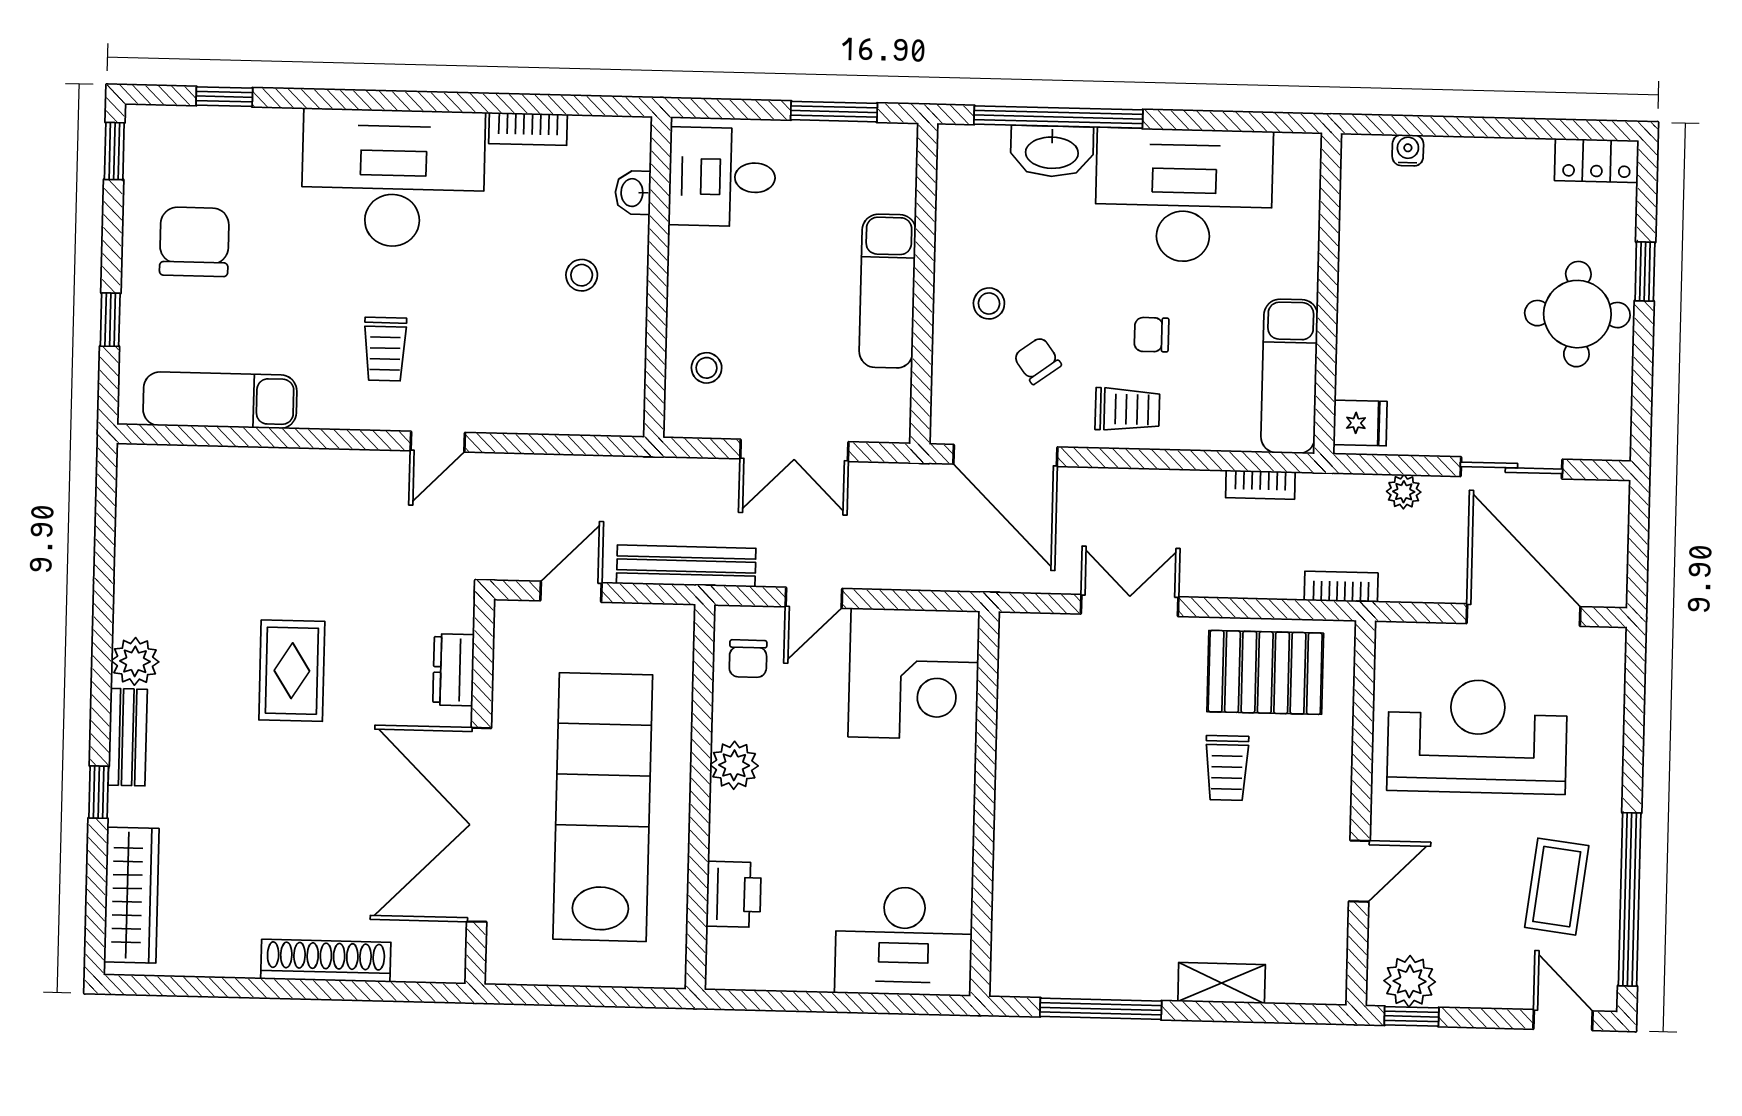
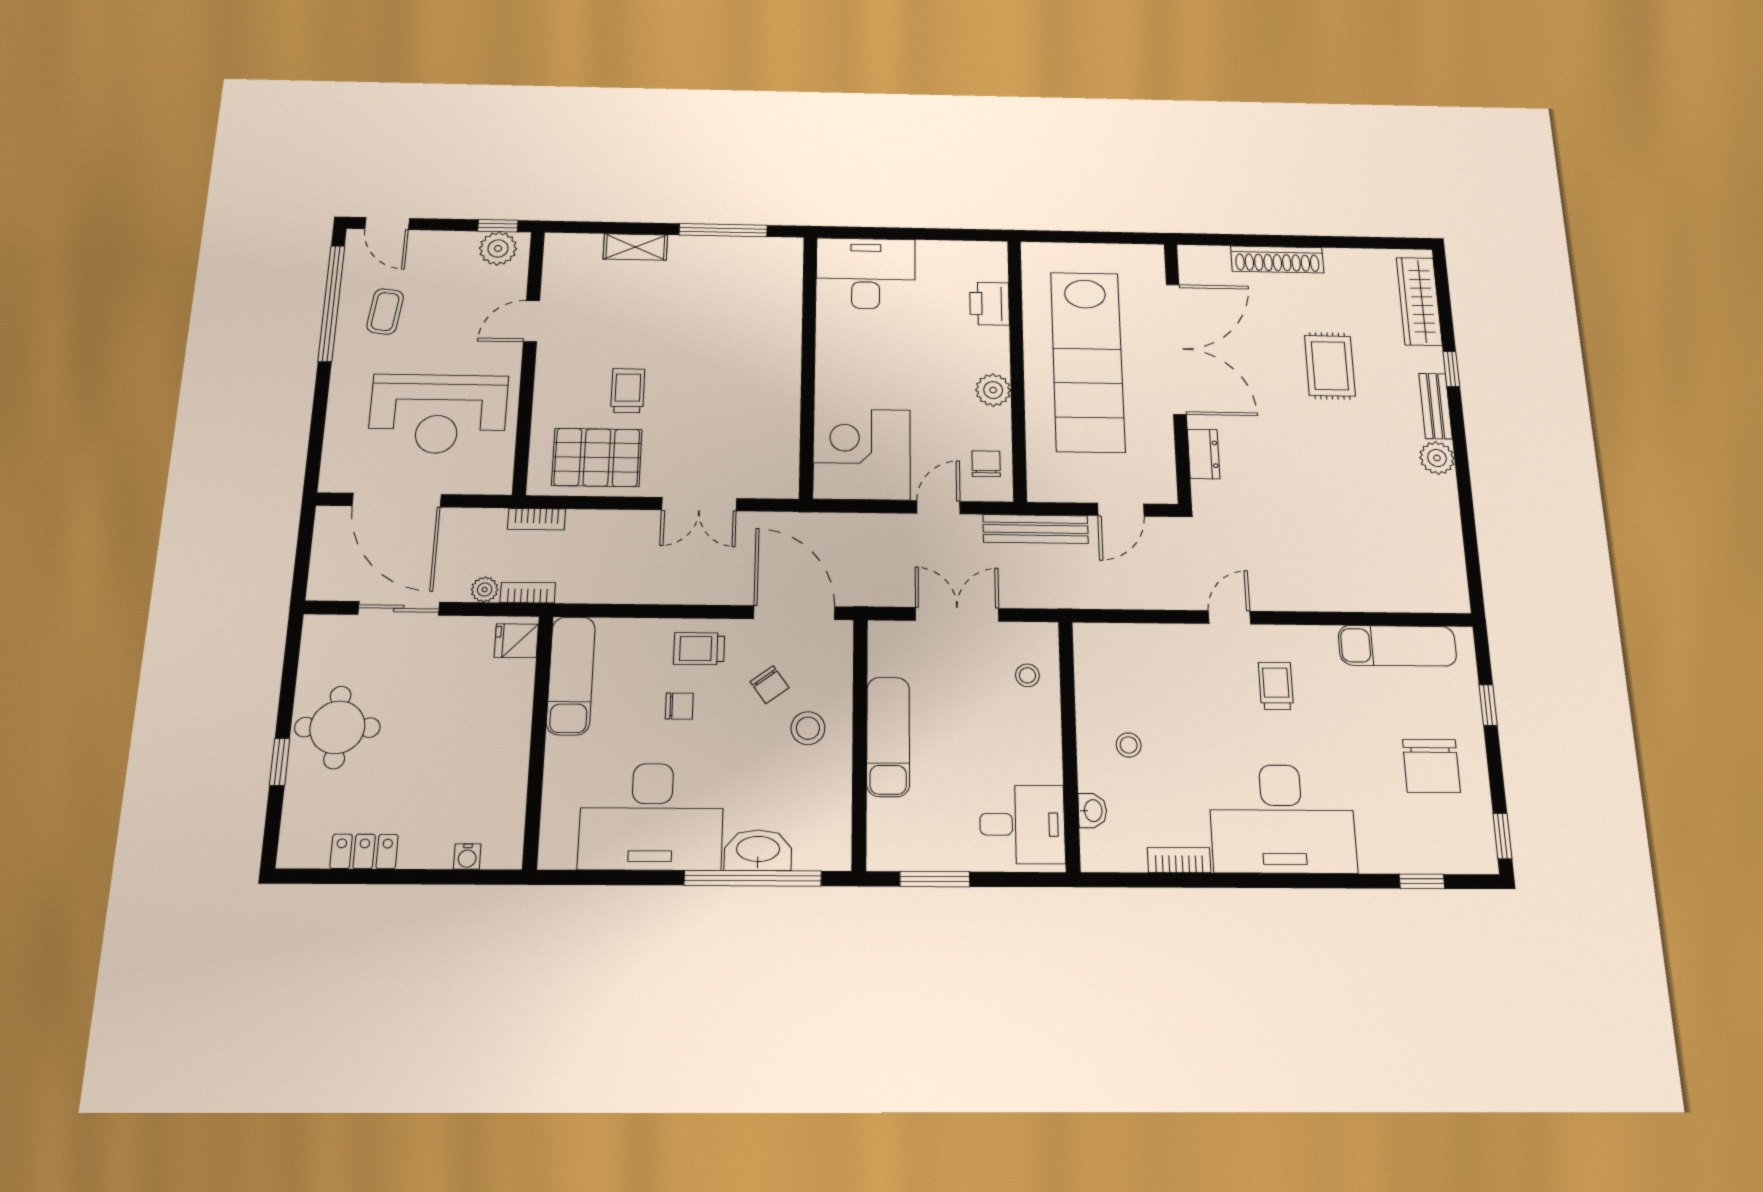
locker: (1597, 160) -> (364, 851), moved
stool: (989, 303) -> (808, 728), width x1.37, depth x1.37
bookcase: (1260, 485) -> (528, 593), moved
rug: (292, 671) -> (1330, 366), moved
coffee table: (1557, 887) -> (385, 312), width x0.73, depth x0.77

